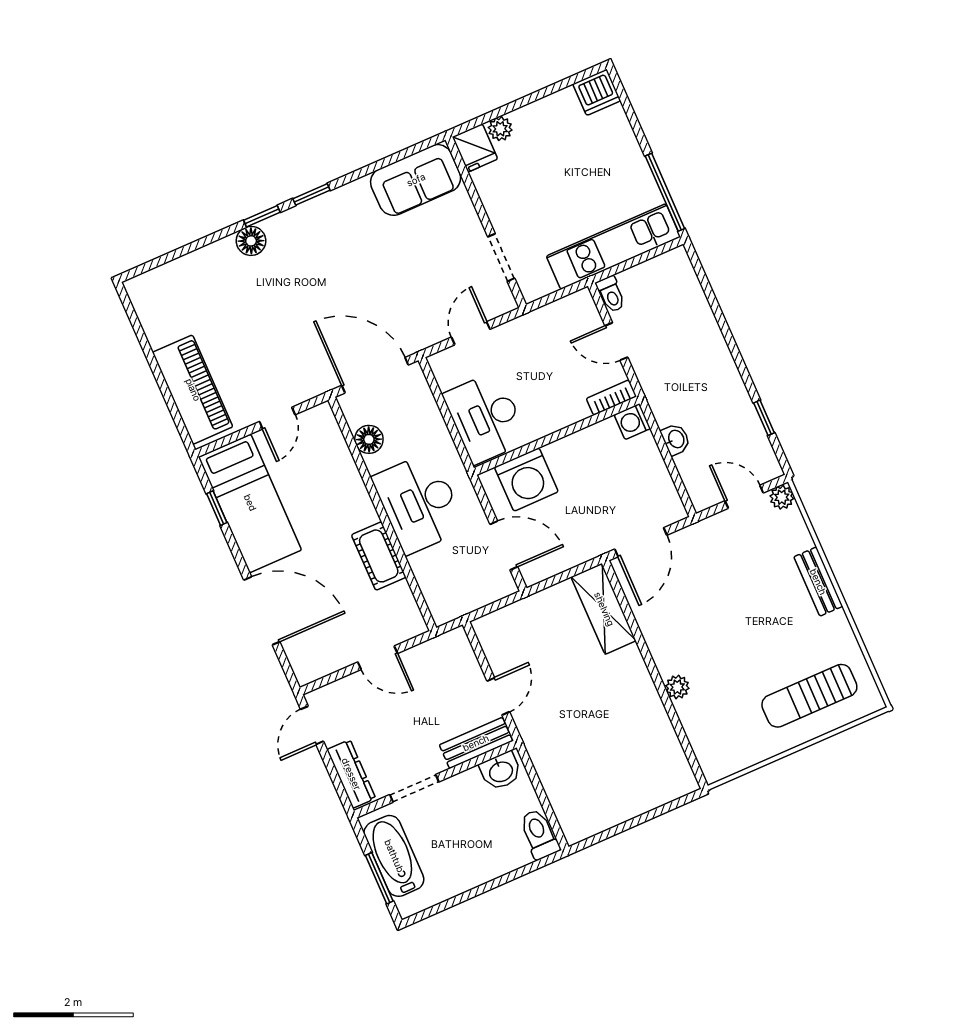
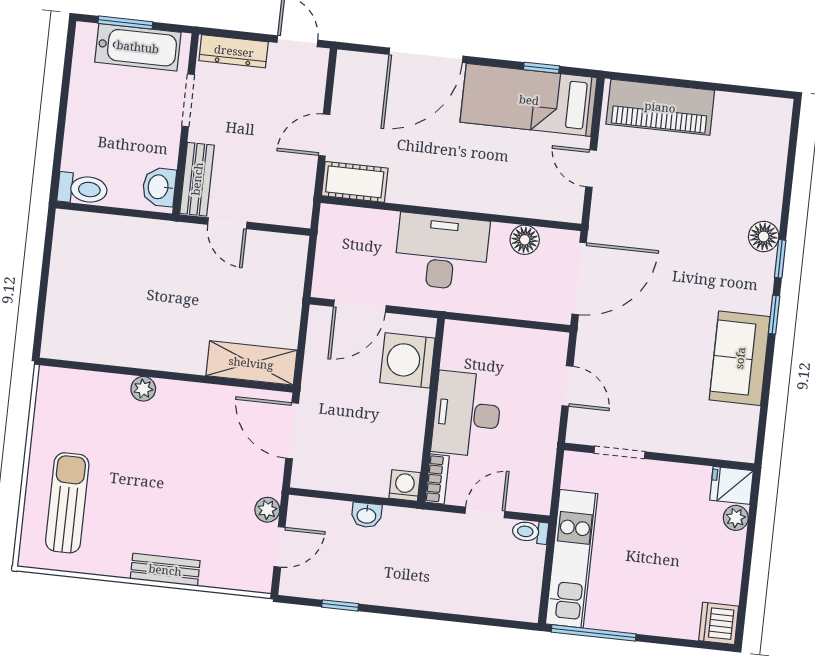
sofa: (416, 180) -> (740, 358), moved
desk: (486, 418) -> (467, 414), moved, turned -90
plant: (782, 497) -> (267, 510), moved
cot: (379, 556) -> (355, 182), moved

